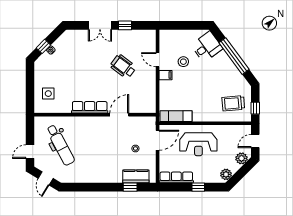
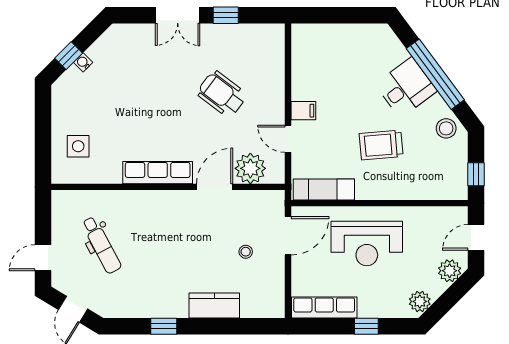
desk: (207, 47) -> (406, 88), moved
door: (157, 60) -> (288, 139), moved
stool: (183, 62) -> (446, 128), moved
trolley: (233, 103) -> (381, 145), moved
plant: (138, 105) -> (250, 168), added
dental chair: (60, 145) -> (101, 245), width x0.73, depth x0.72
kitchen counter: (136, 176) -> (214, 306), moved
window: (130, 187) -> (164, 326), moved

